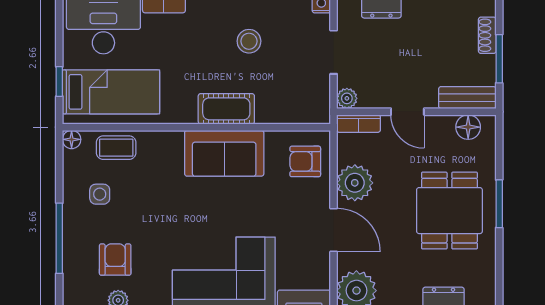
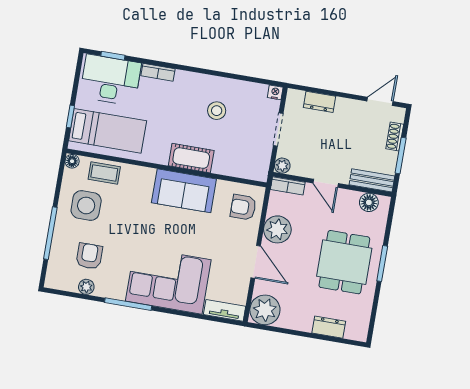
side table: (100, 194) -> (86, 205), width x1.87, depth x1.87

